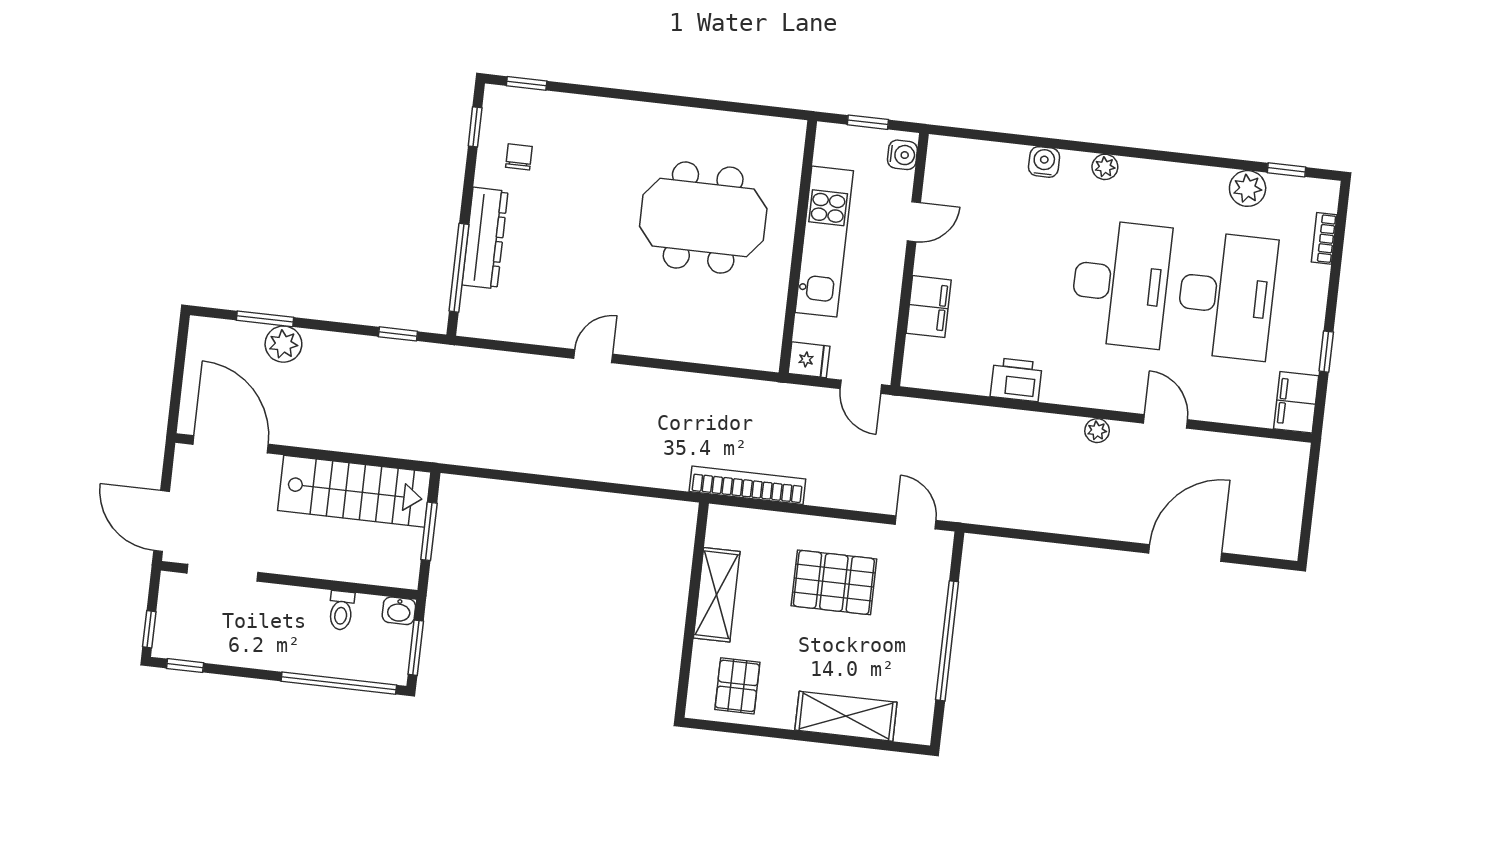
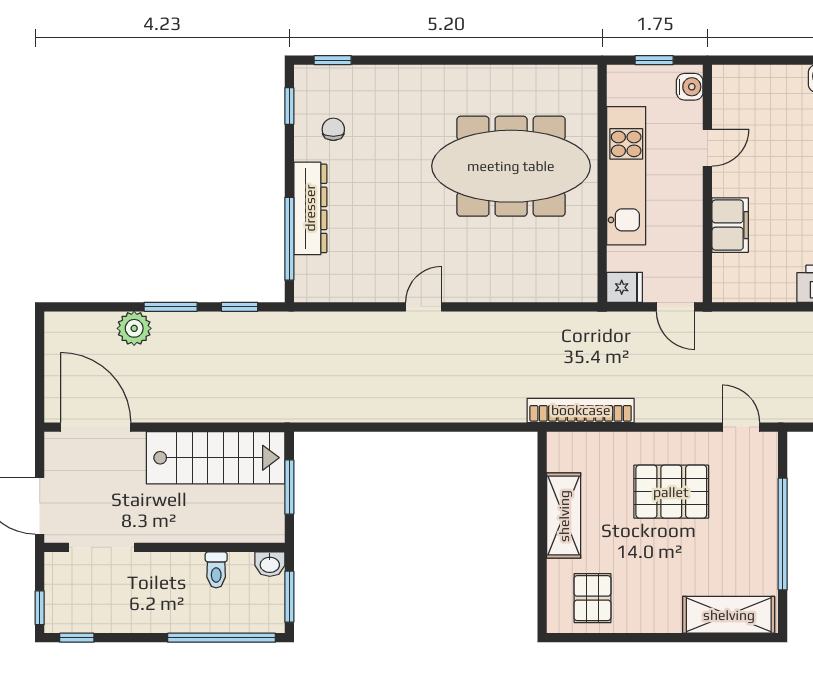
meeting table: (703, 218) -> (511, 166), width x1.36
window: (265, 319) -> (171, 307), moved
shelving: (846, 716) -> (729, 615), moved

